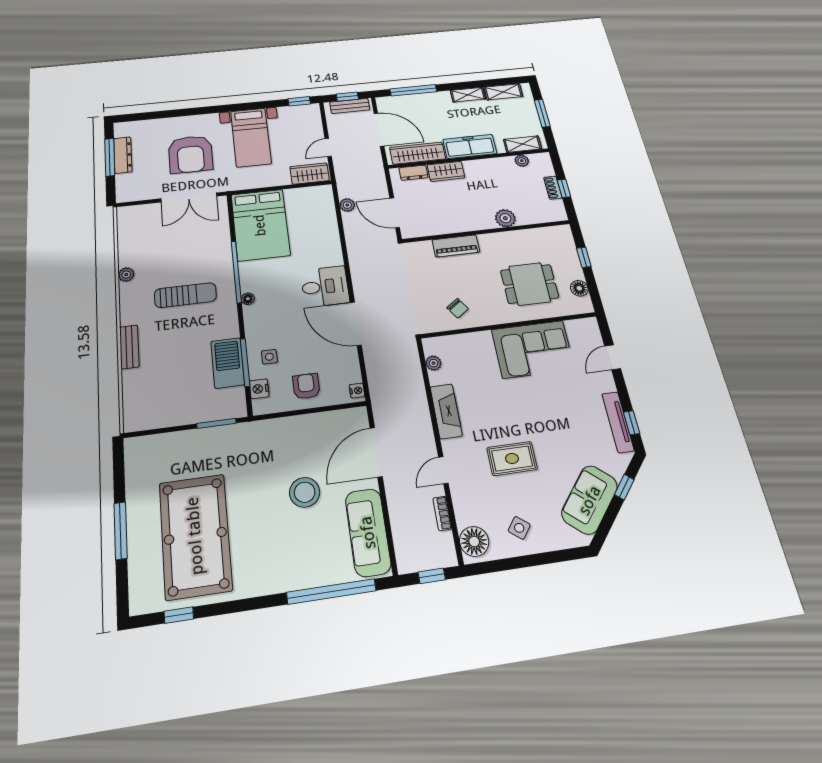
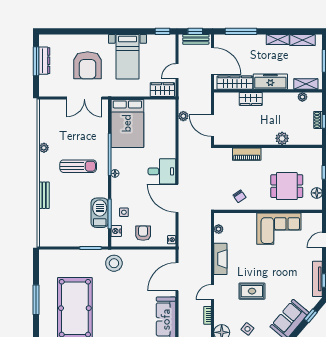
dresser: (414, 173) -> (230, 97), removed
stool: (305, 492) -> (114, 263), moved

